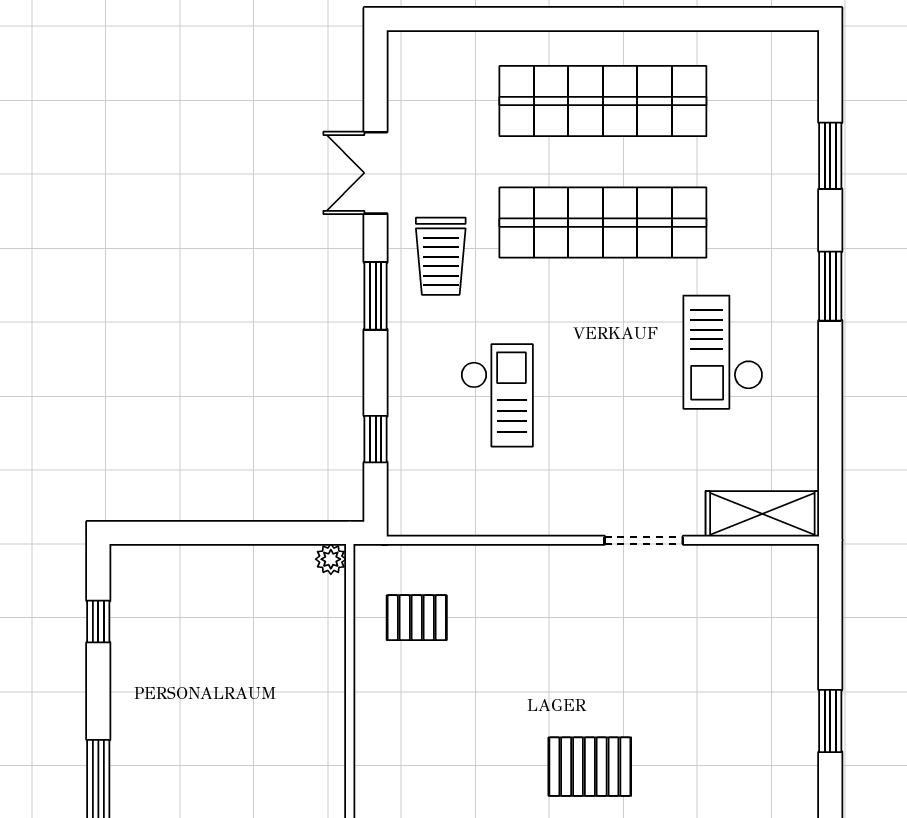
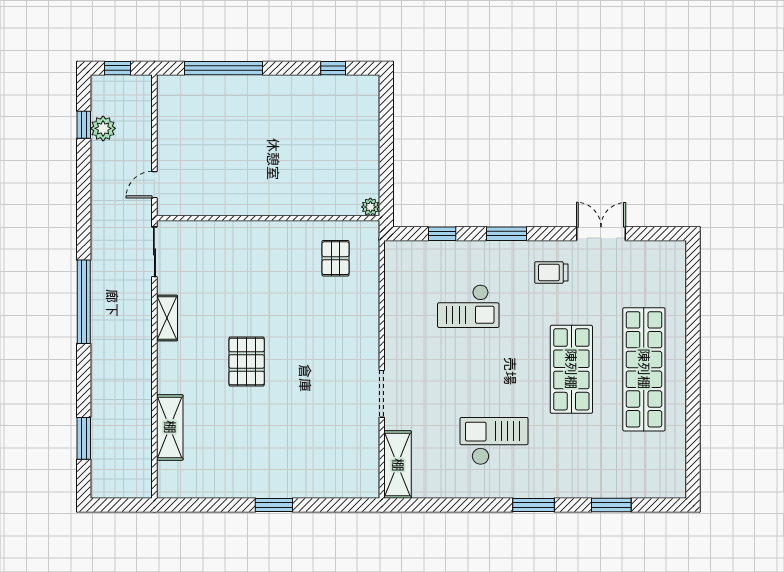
shop shelf: (603, 223) -> (571, 369), width x0.71
trolley: (441, 256) -> (551, 273), width x0.73, depth x0.72
window: (376, 296) -> (507, 234), moved

